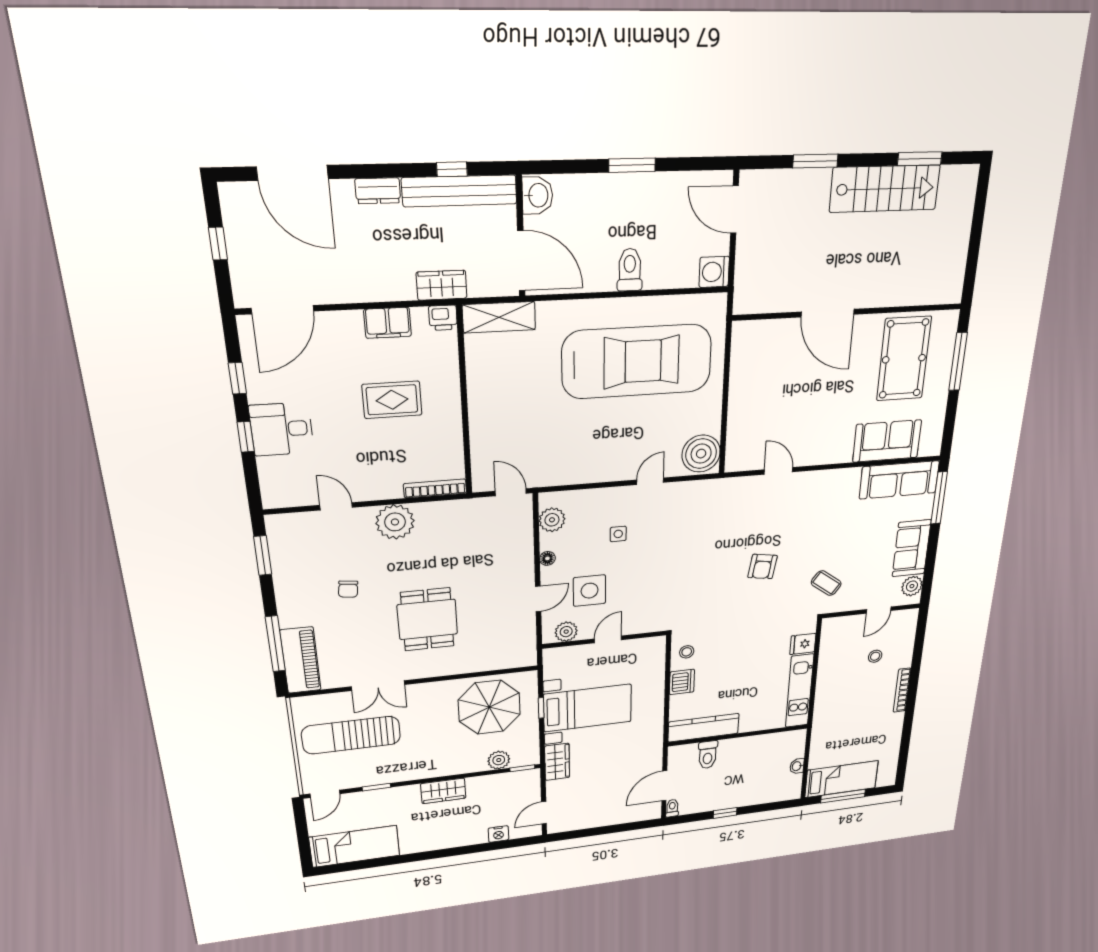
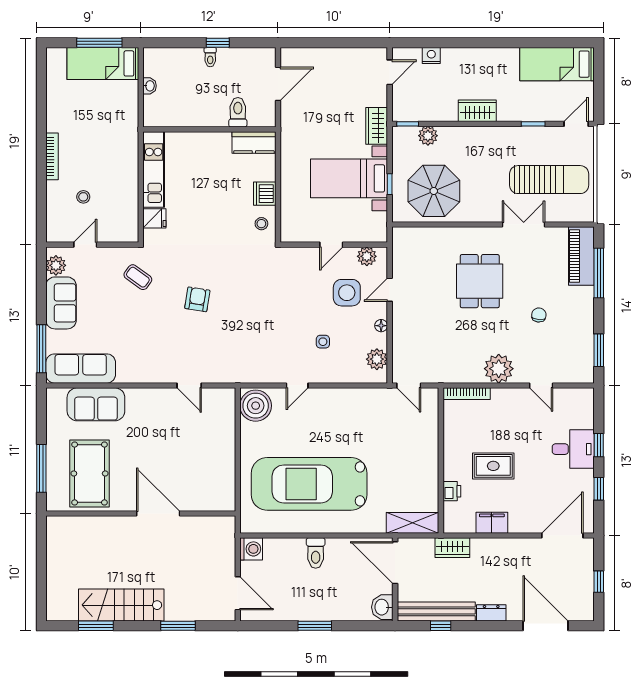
printer: (443, 318) -> (452, 491), moved, turned 90
kitchen counter: (703, 728) -> (254, 142), width x0.67
toilet: (672, 808) -> (210, 57), moved

